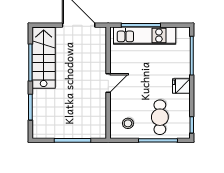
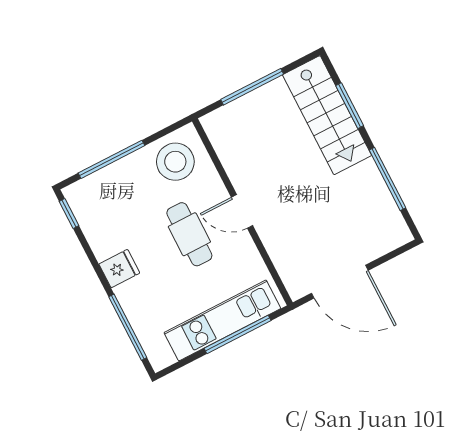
stairs: (44, 58) -> (327, 115), moved
door: (108, 83) -> (242, 211), hinge flipped
cafe table: (160, 117) -> (189, 234), moved
stool: (128, 123) -> (175, 162), width x1.89, depth x1.89

